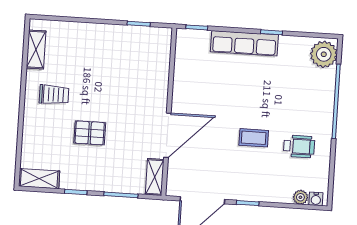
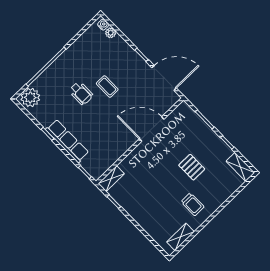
trolley: (54, 95) -> (192, 204), turned 180
wheelchair: (299, 146) -> (81, 93), moved, turned 180
shelving: (155, 177) -> (111, 179), moved

